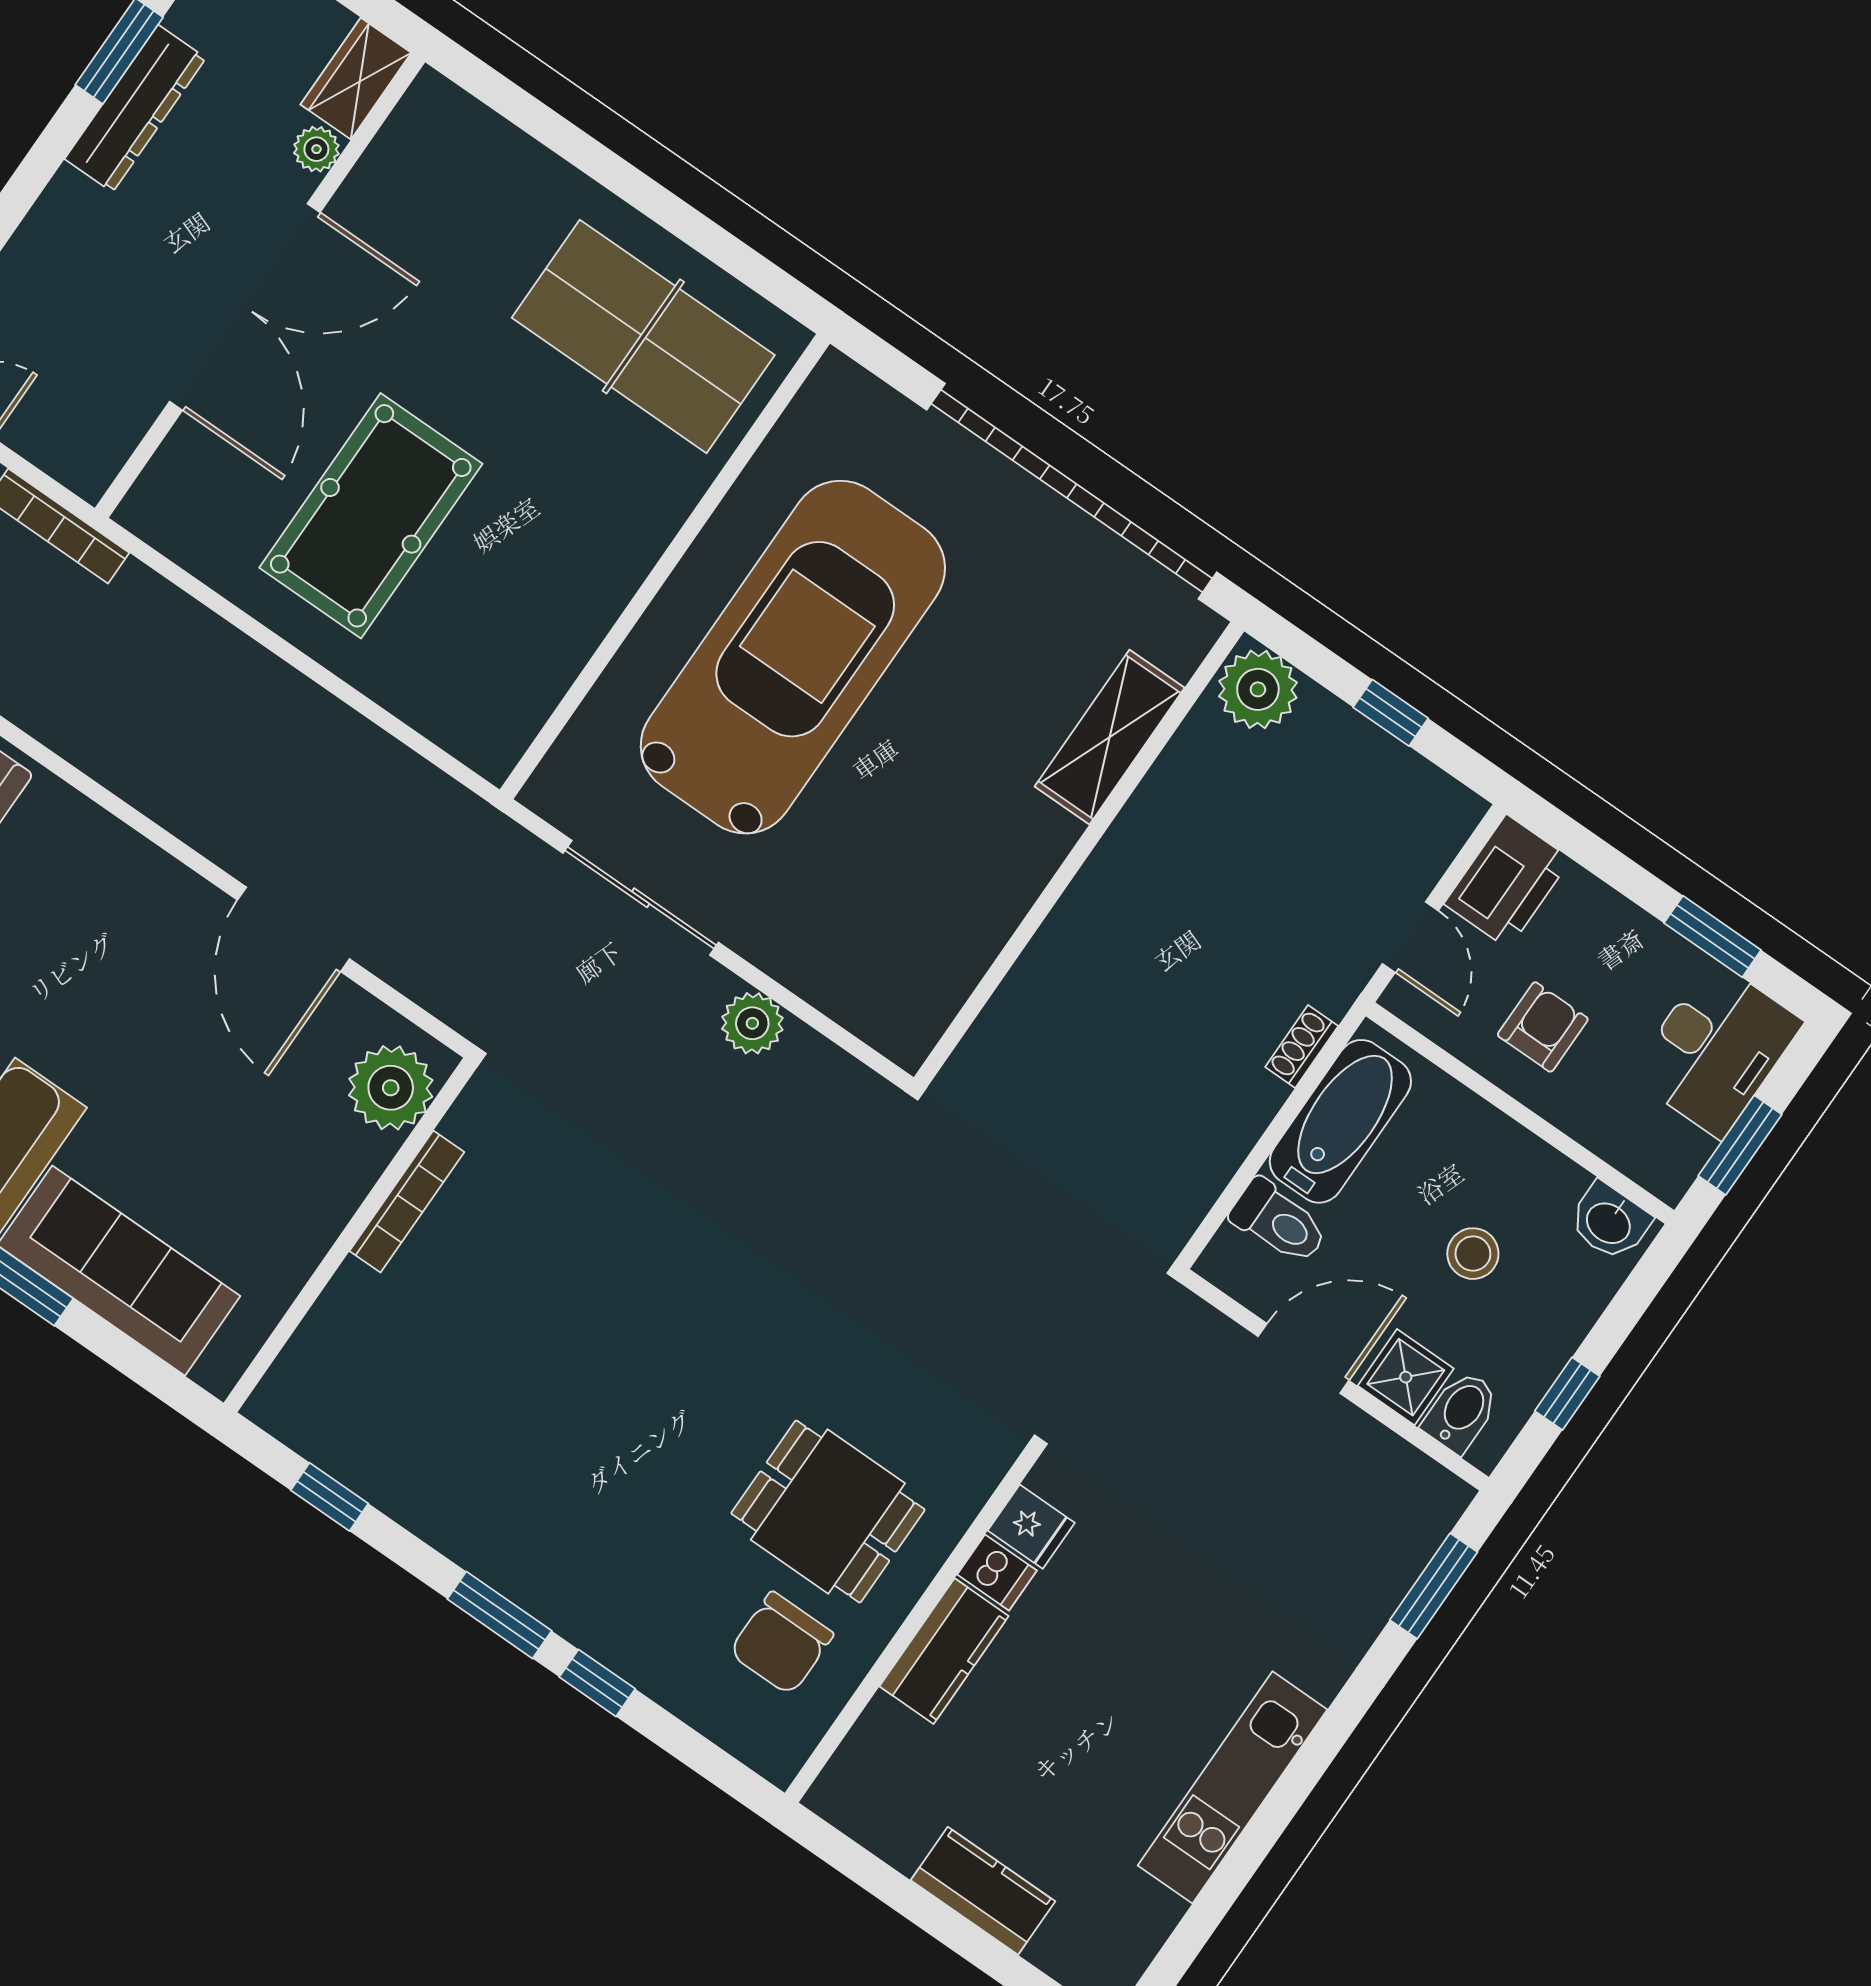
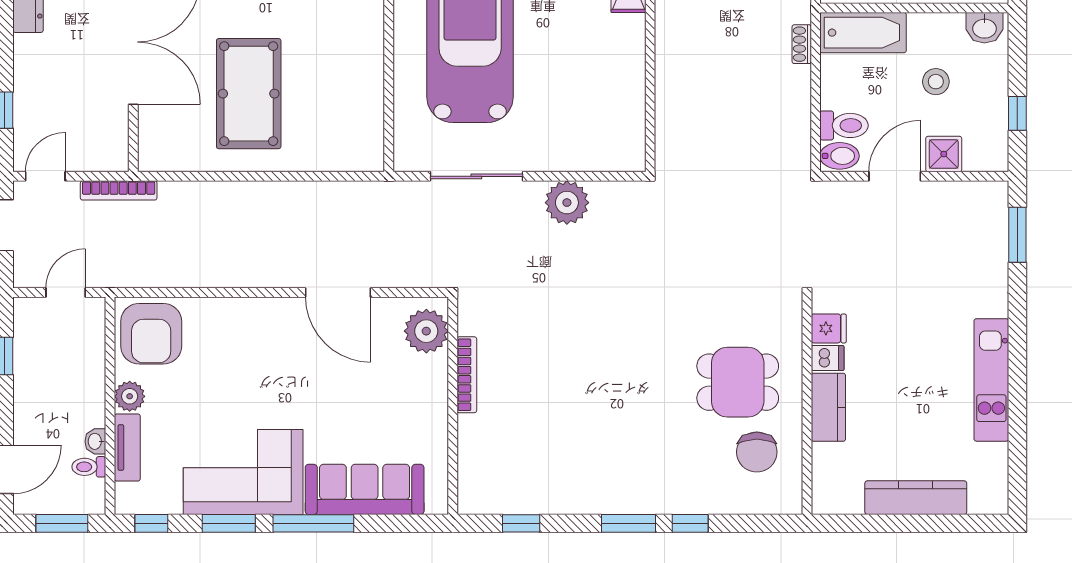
plant: (752, 1023) -> (567, 203), width x1.36, depth x1.36
bathtub: (1340, 1121) -> (863, 33), moved, turned 90
bidet: (1461, 1412) -> (840, 156), moved, turned 90
kitchen counter: (983, 1891) -> (916, 498), width x1.50

